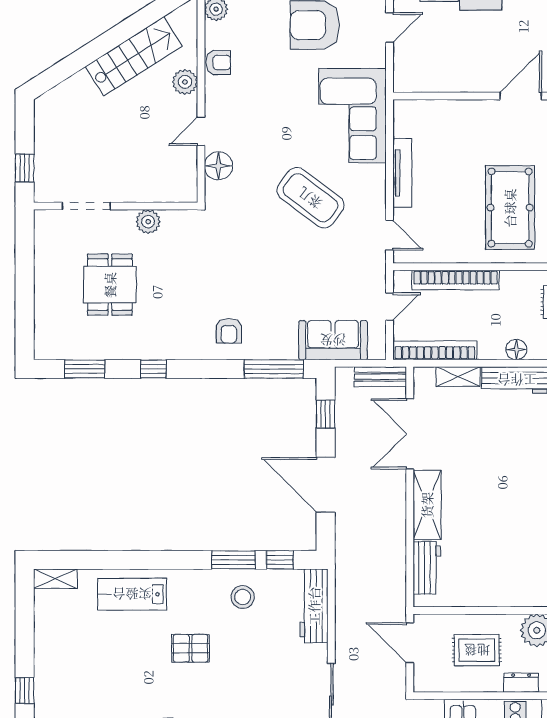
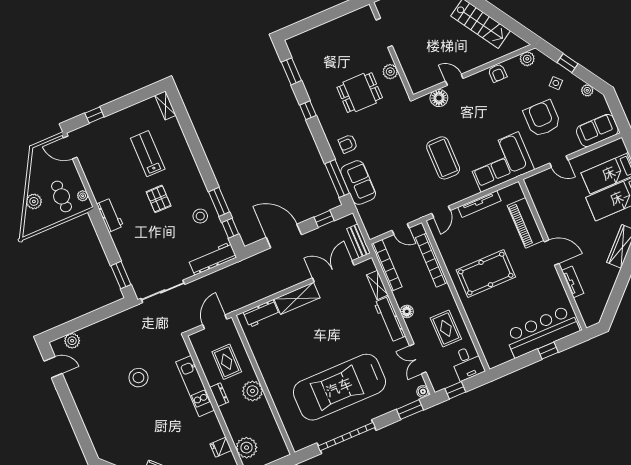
plant: (185, 82) -> (478, 59), removed
piano: (460, 116) -> (526, 223), added
coffee table: (310, 198) -> (443, 158), turned -37
dining table: (110, 285) -> (360, 93), moved
sofa: (333, 340) -> (358, 183), moved
door: (326, 485) -> (284, 236), hinge flipped
lab bench: (132, 594) -> (148, 154), moved

